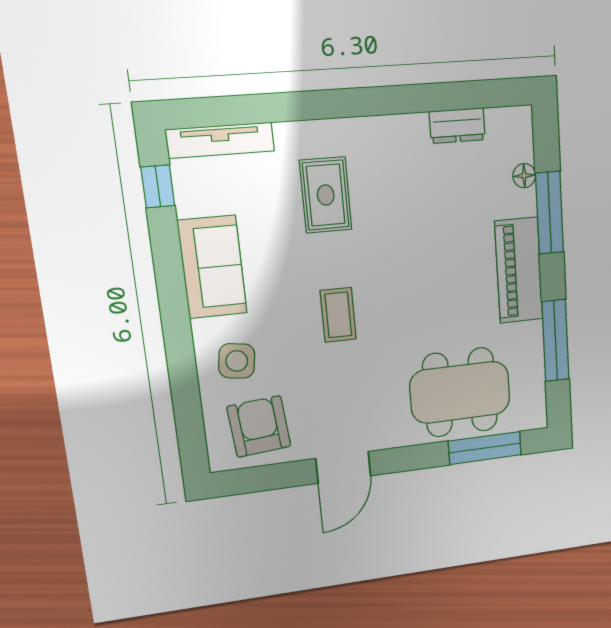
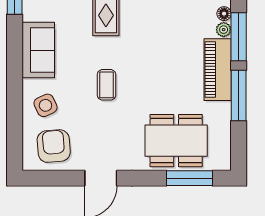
plant: (525, 203) -> (224, 30), added
window: (555, 341) -> (239, 96), moved
side table: (237, 361) -> (45, 105), turned -33

